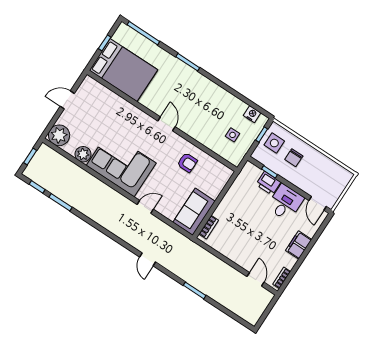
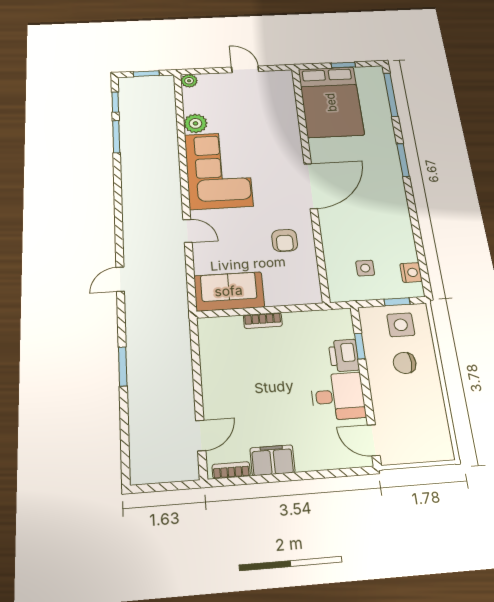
door: (166, 124) -> (311, 186), width x1.88
plant: (59, 135) -> (189, 81), width x0.53, depth x0.53
door: (318, 203) -> (374, 440), hinge flipped
bookcase: (209, 227) -> (263, 321), moved
filing cabinet: (299, 245) -> (272, 460), moved

